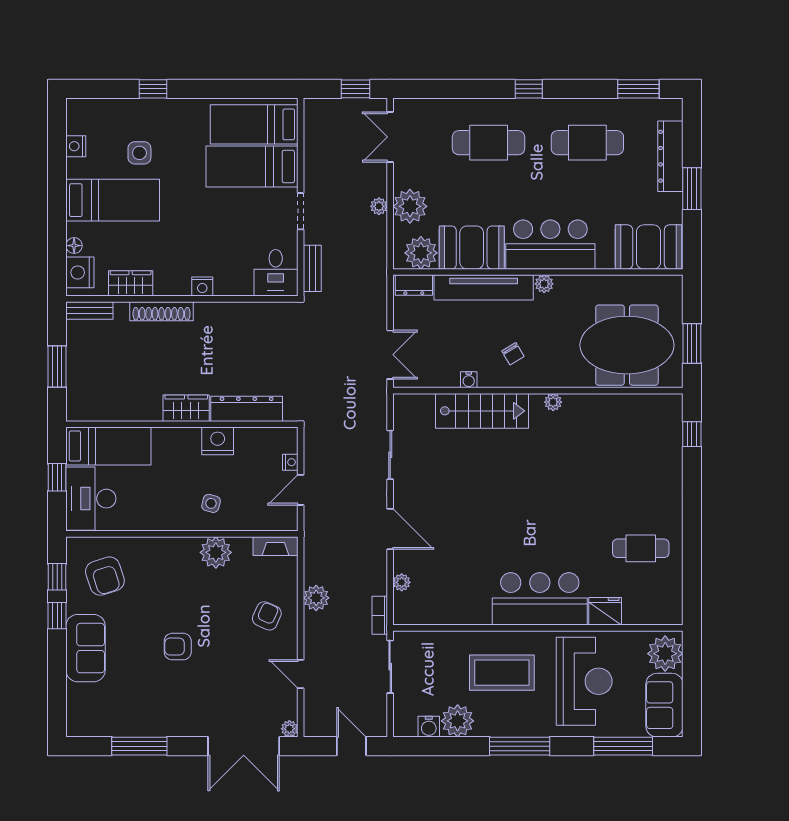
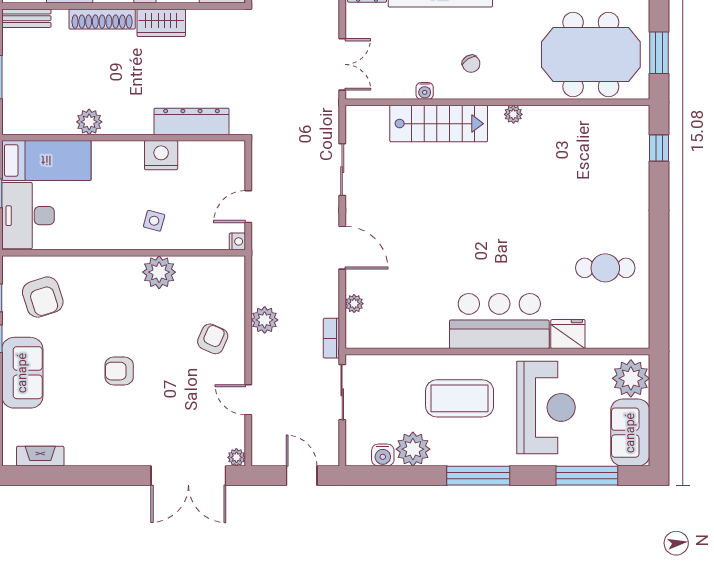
wardrobe: (186, 408) -> (161, 23), moved, turned 180
plant: (149, 409) -> (89, 122), added
nightstand: (290, 462) -> (237, 241), moved
fireplace: (276, 546) -> (40, 456), moved, turned 180
window: (139, 746) -> (79, 476), removed

